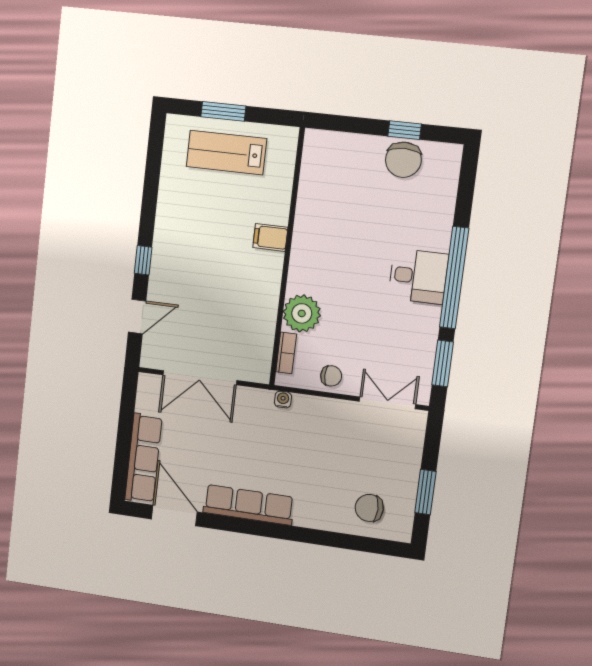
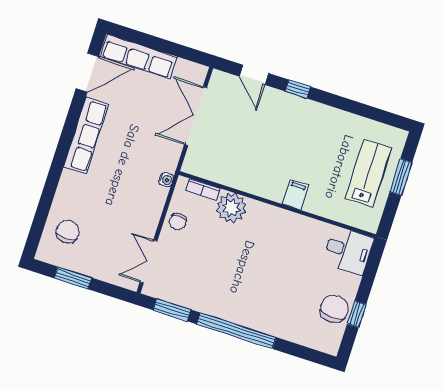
chair: (403, 160) -> (334, 309), turned 90
desk: (418, 276) -> (348, 251), moved, turned -90
double door: (387, 403) -> (149, 262), swing flipped

